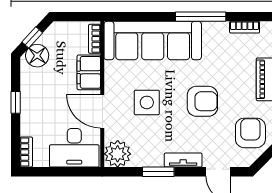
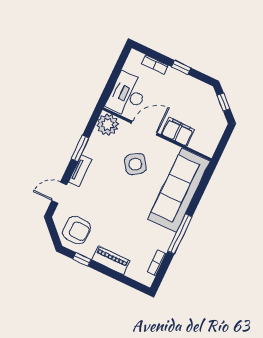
bookcase: (95, 39) -> (201, 148), removed
floor lamp: (37, 56) -> (208, 99), removed
armchair: (202, 101) -> (117, 206), removed
side table: (147, 102) -> (135, 164), turned -34
bookcase: (26, 152) -> (155, 64), moved

